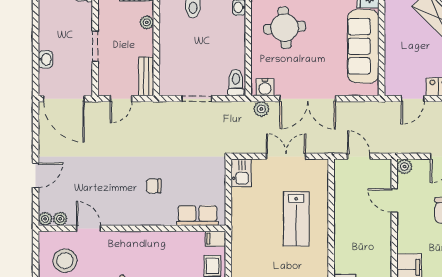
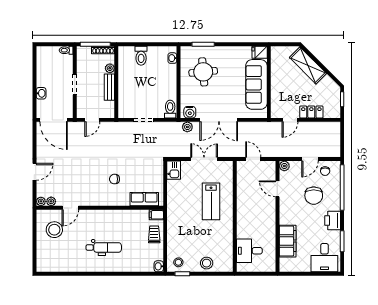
bench: (146, 76) -> (109, 87), moved
door: (88, 228) -> (70, 208), swing flipped

